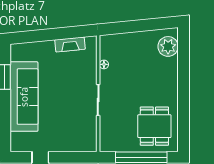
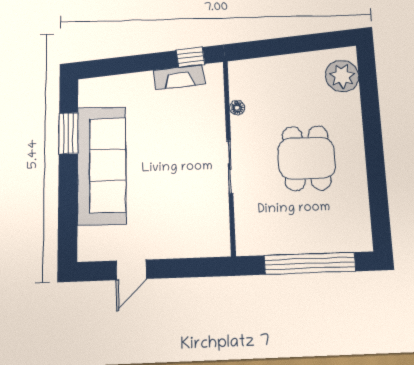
window: (77, 32) -> (191, 57), added
dining table: (154, 126) -> (307, 158), moved

